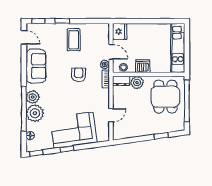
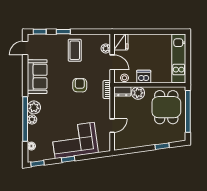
door: (24, 37) -> (25, 48), swing flipped
plant: (105, 64) -> (106, 48), moved
plant: (35, 113) -> (32, 120), width x0.53, depth x0.53

